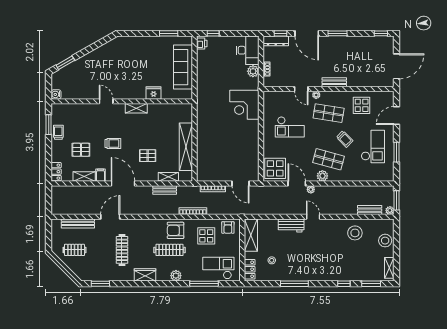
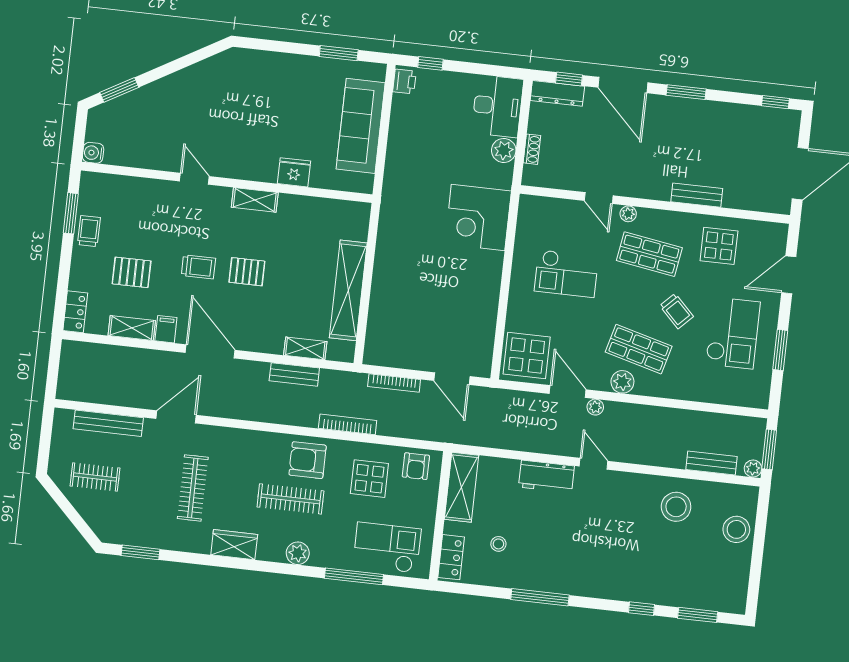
bench: (334, 82) -> (697, 195), moved
pallet: (148, 156) -> (247, 272), moved
shelving: (389, 268) -> (739, 587), removed

